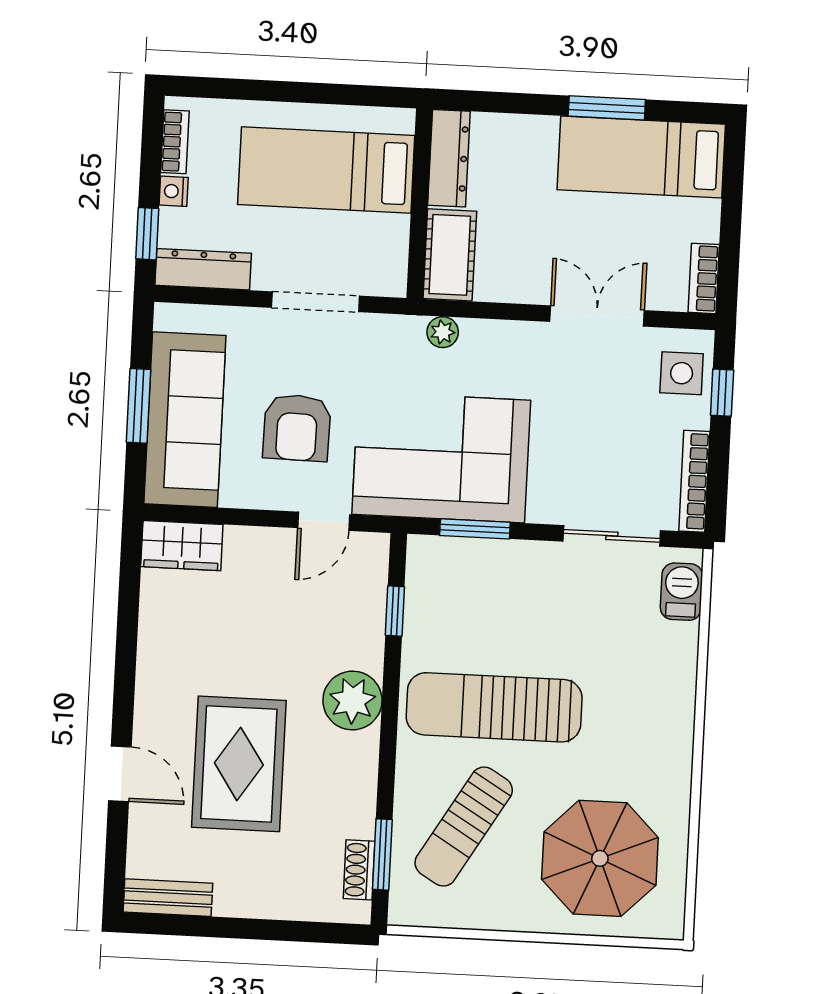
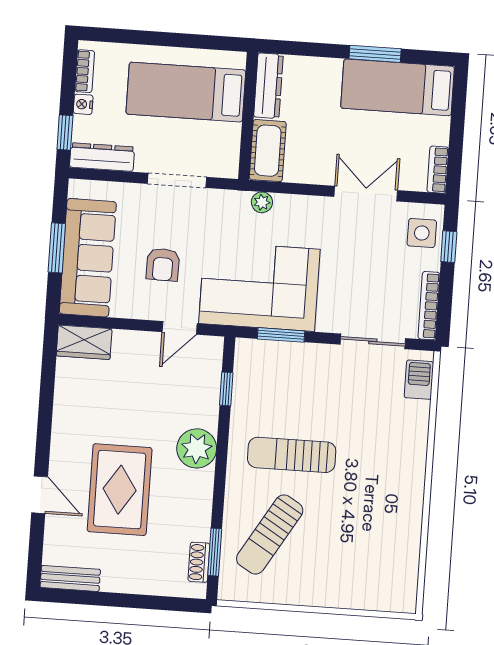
armchair: (297, 428) -> (163, 265), width x0.72, depth x0.72
sun lounger: (494, 707) -> (292, 455), width x0.73, depth x0.75
parasol: (600, 858) -> (361, 558), removed

